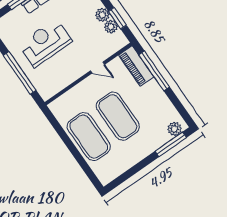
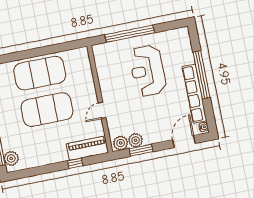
plant: (102, 15) -> (121, 143), moved
reception desk: (45, 43) -> (148, 71), turned 180
window: (154, 71) -> (75, 163), width x0.32

